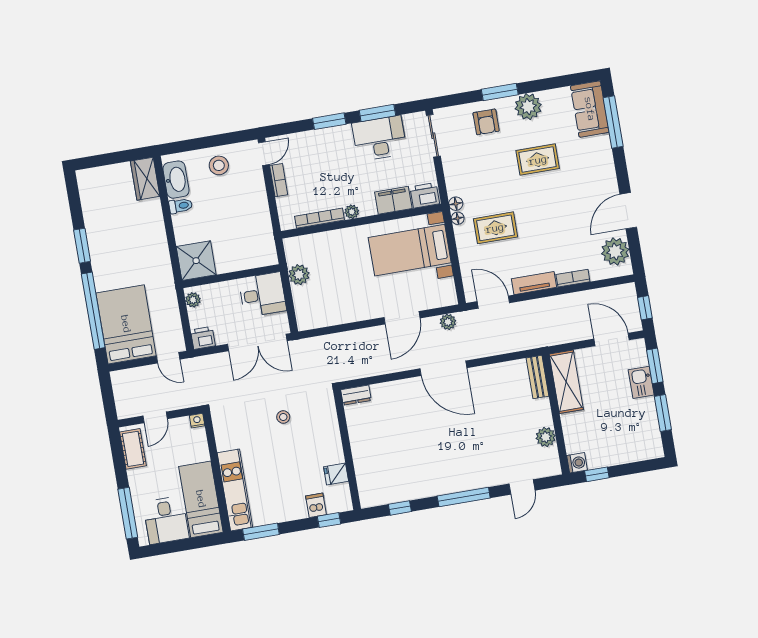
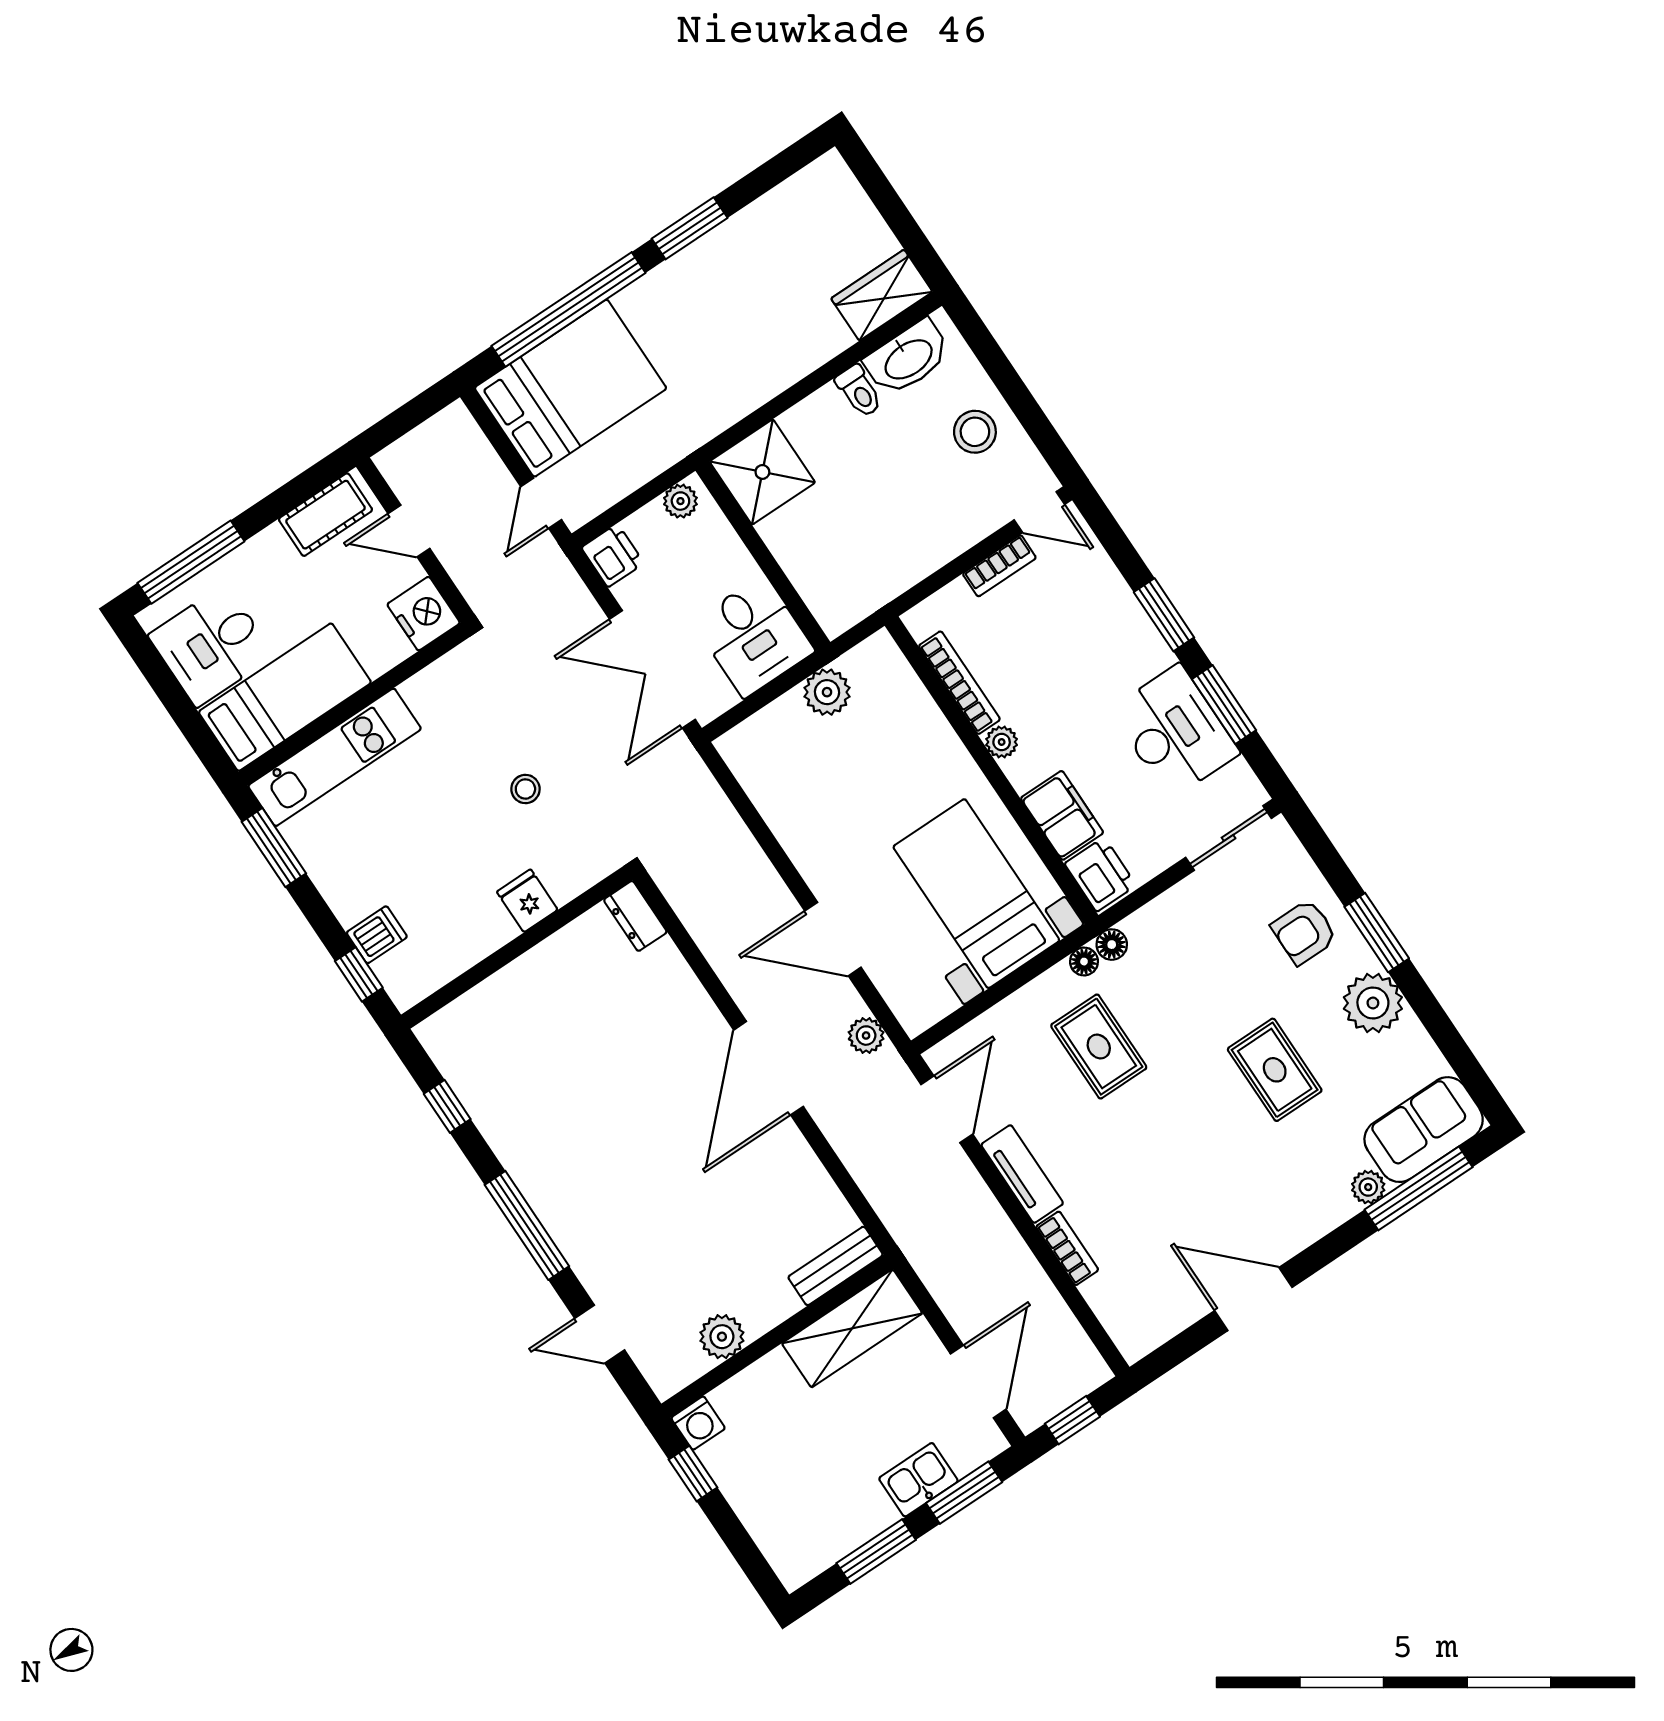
plant: (615, 251) -> (1368, 1187), moved, width x0.53, depth x0.53
nightstand: (197, 421) -> (424, 614), width x1.89, depth x1.79
fridge: (336, 474) -> (527, 901), moved

